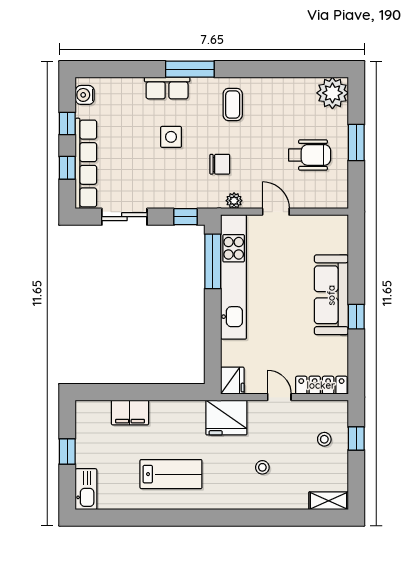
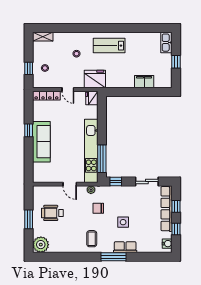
lab bench: (171, 474) -> (109, 46), moved

